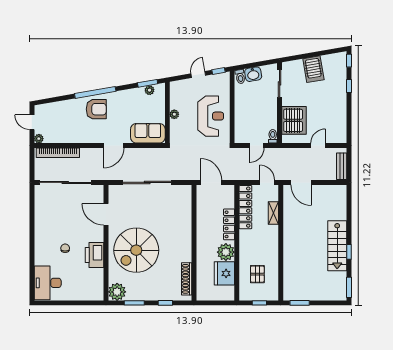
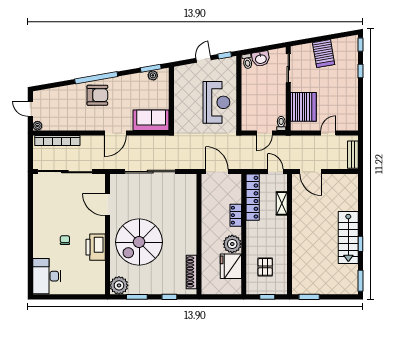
plant: (174, 114) -> (179, 101), removed
locker: (229, 224) -> (236, 215), width x0.66

